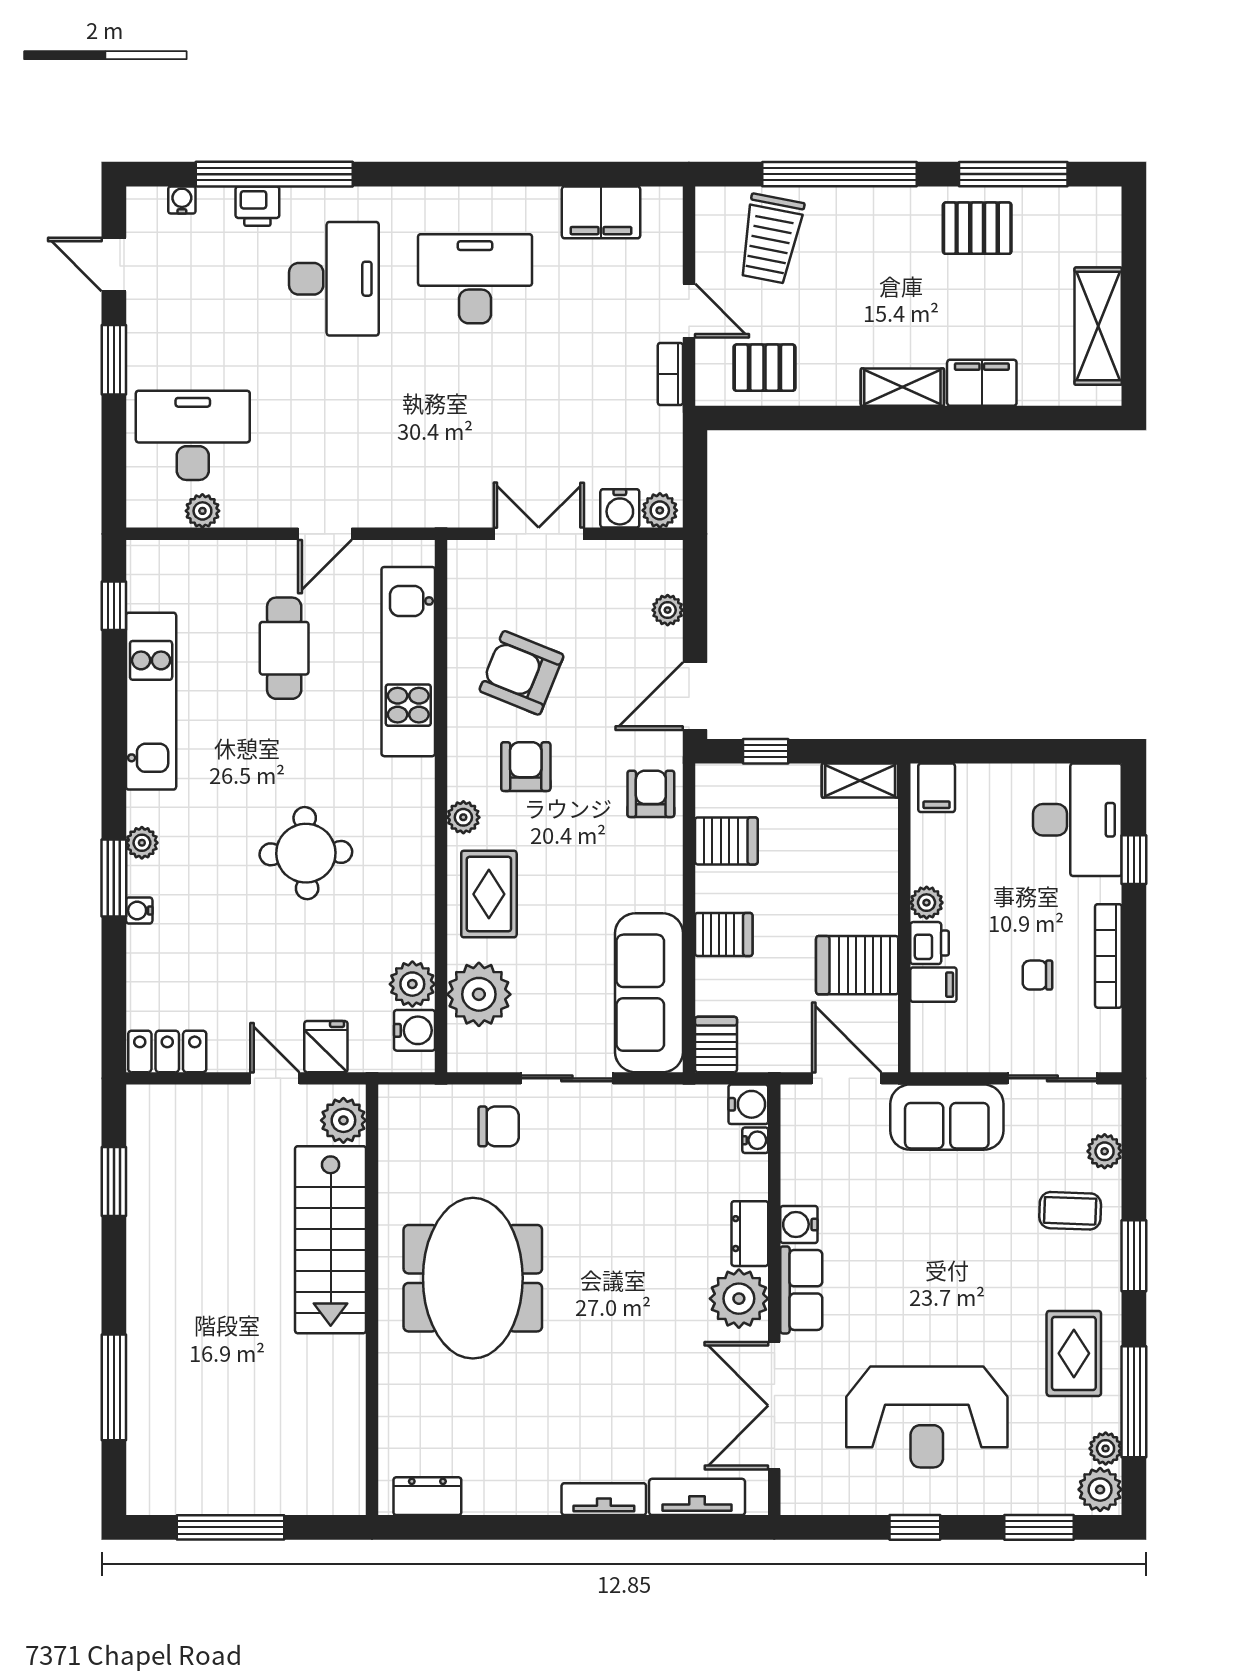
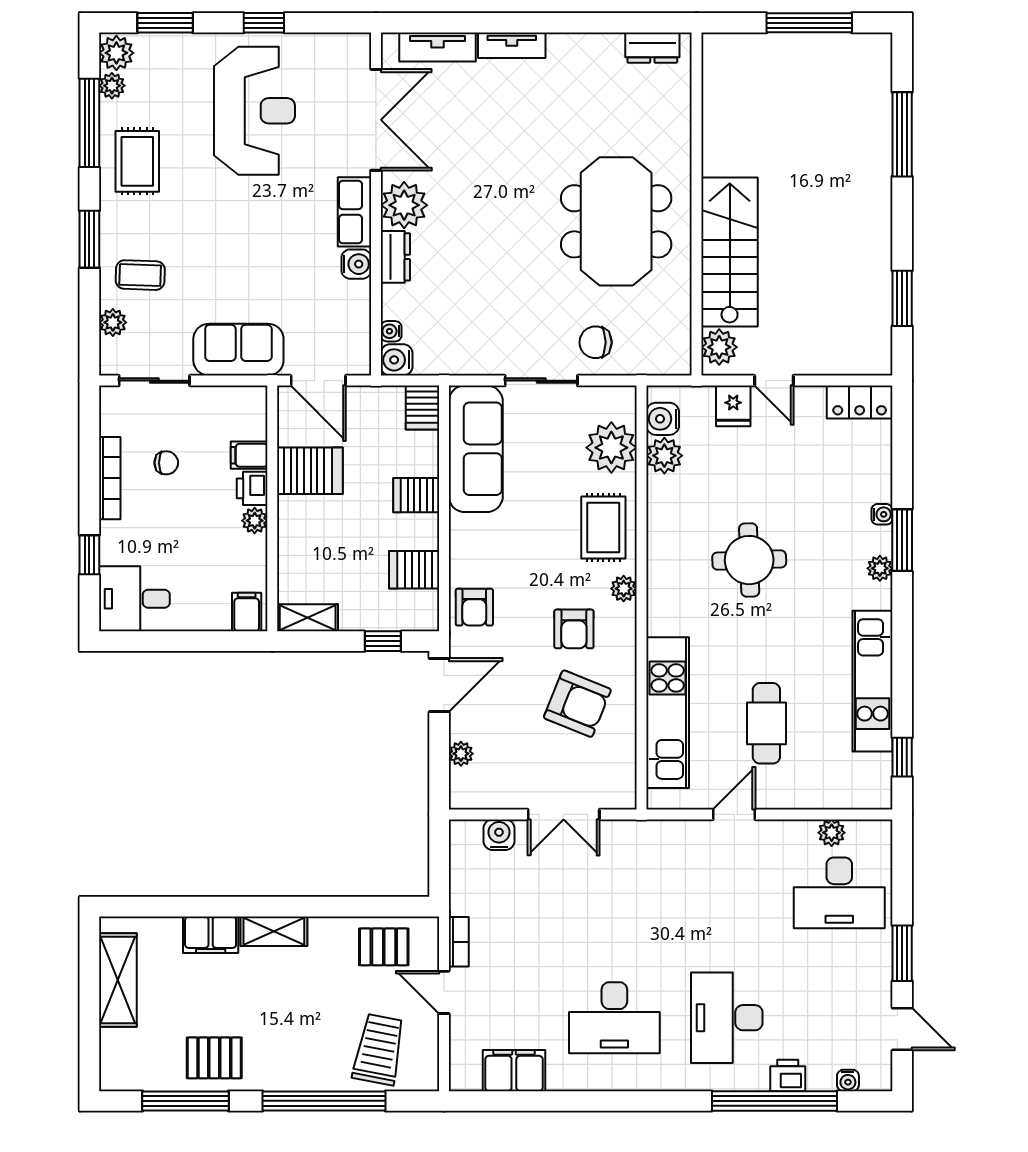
plant: (660, 510) -> (467, 833), removed
desk: (1077, 820) -> (134, 599), width x0.73
reception desk: (927, 1417) -> (254, 111), turned 90

